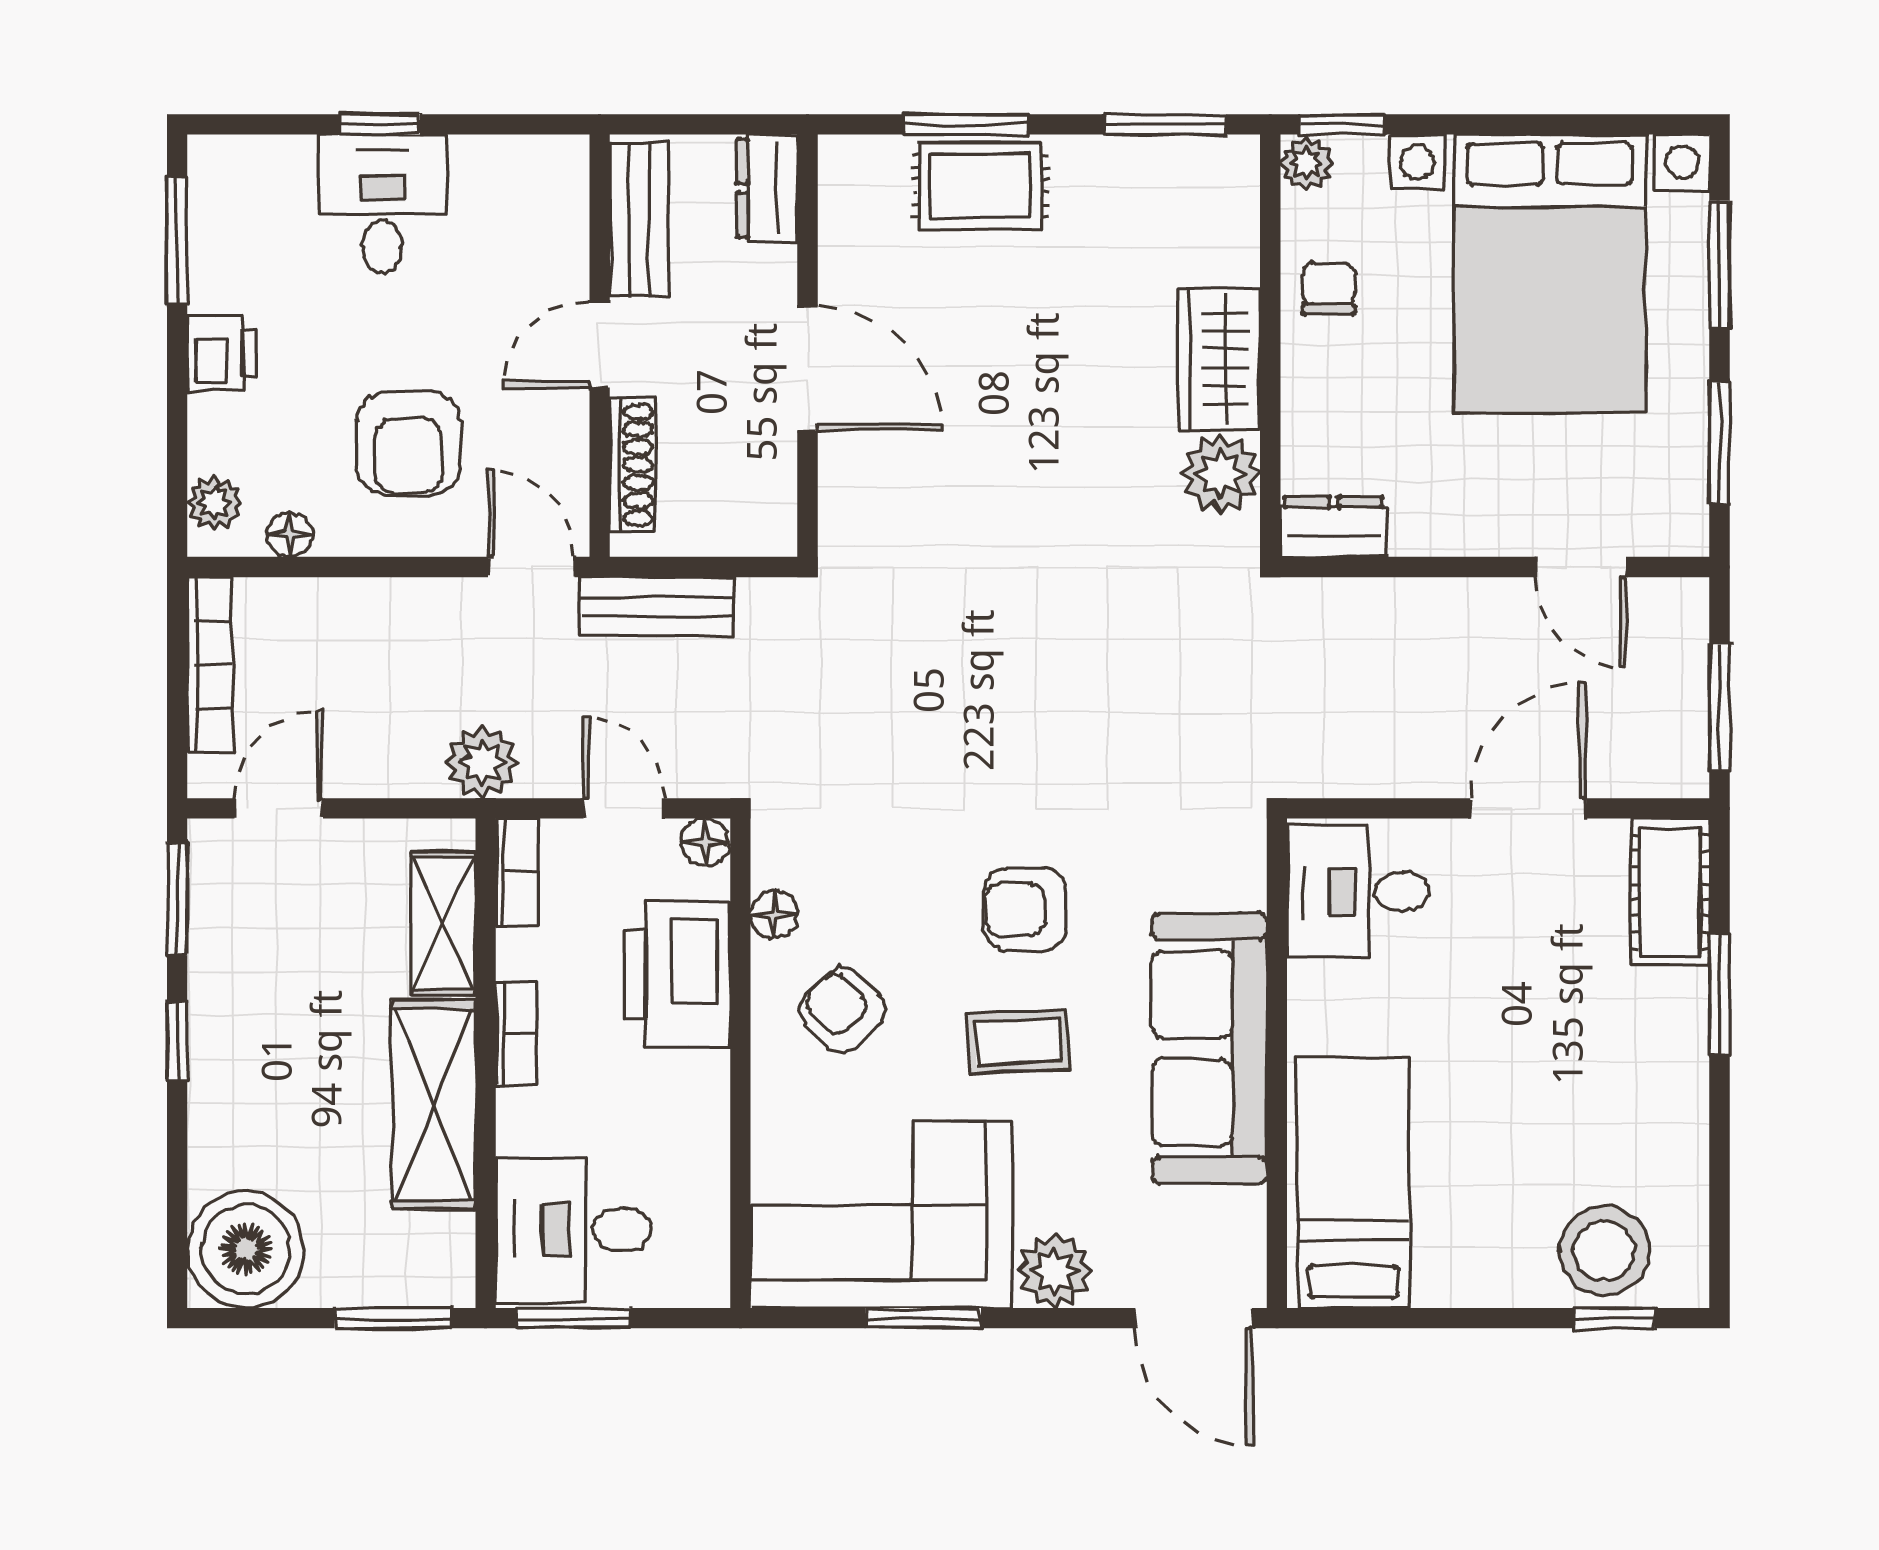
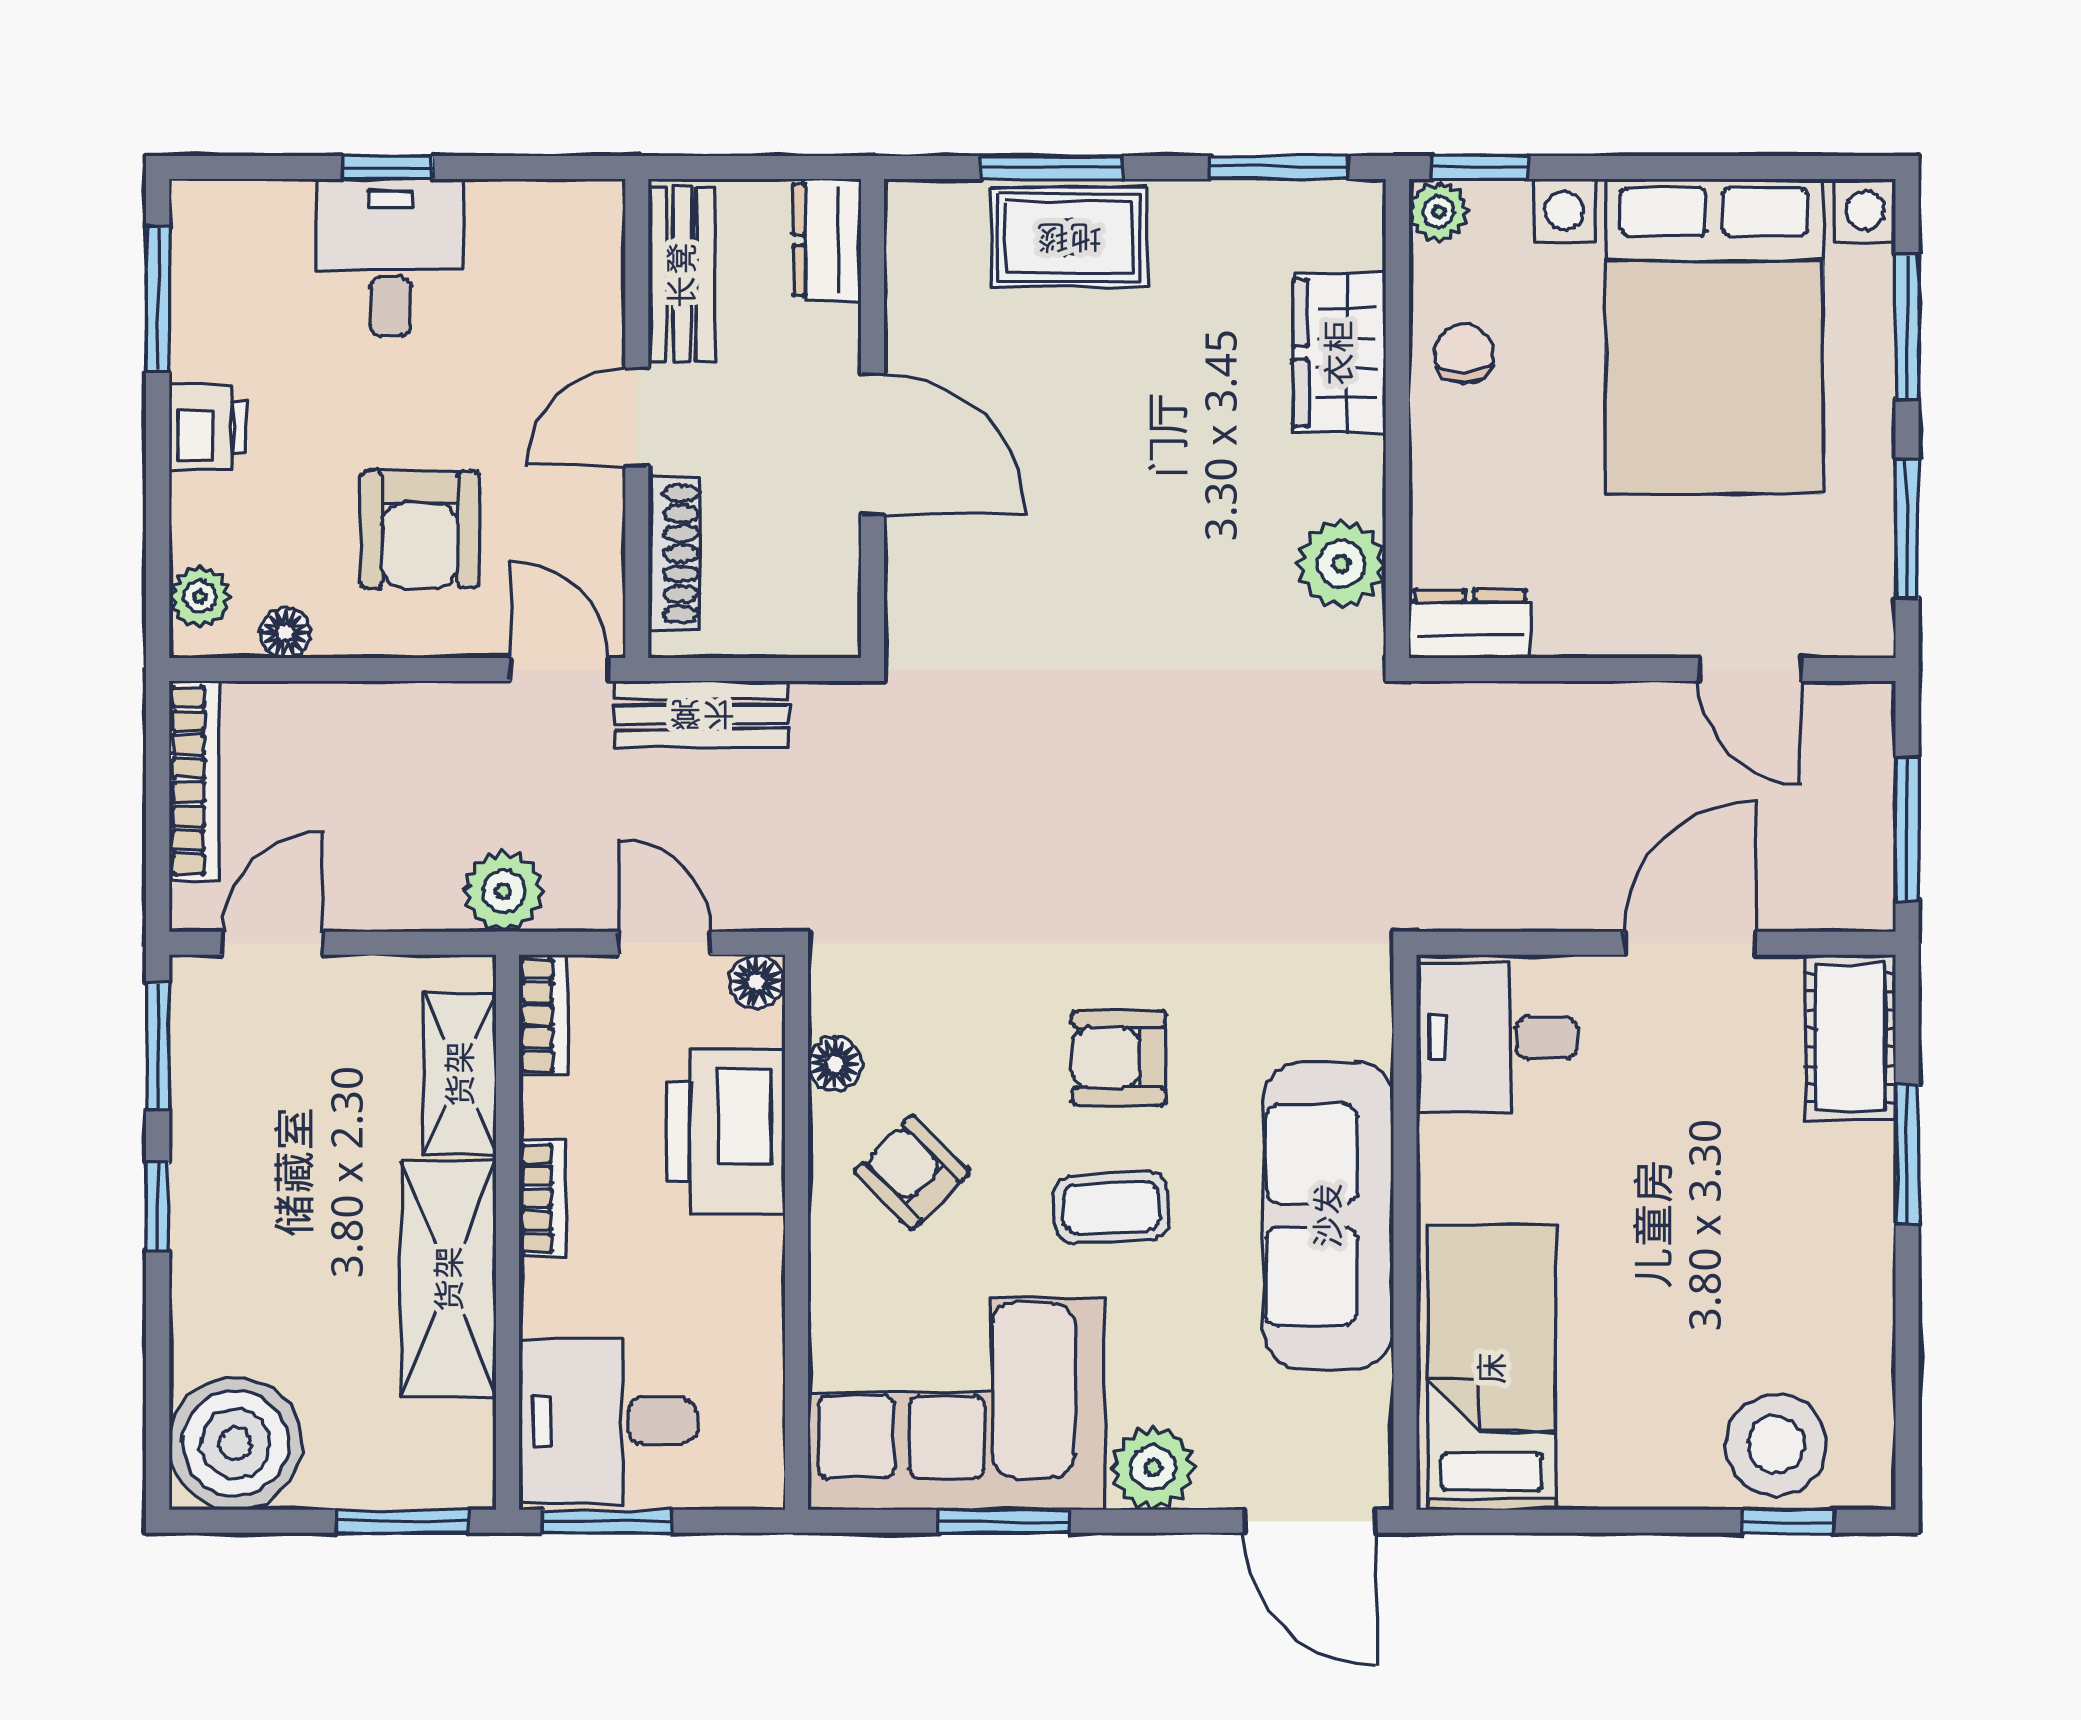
wardrobe: (1219, 358) -> (1339, 353), moved

